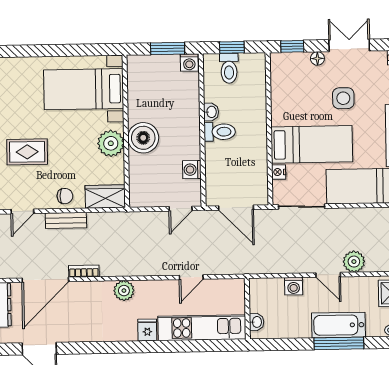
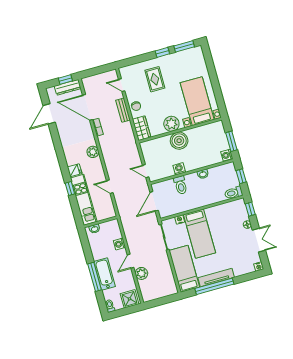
toilet: (229, 68) -> (234, 193), moved
side table: (343, 98) -> (229, 244), removed
toilet: (220, 132) -> (181, 185), moved
washing machine: (192, 170) -> (179, 169), moved
window: (177, 346) -> (70, 189), added

